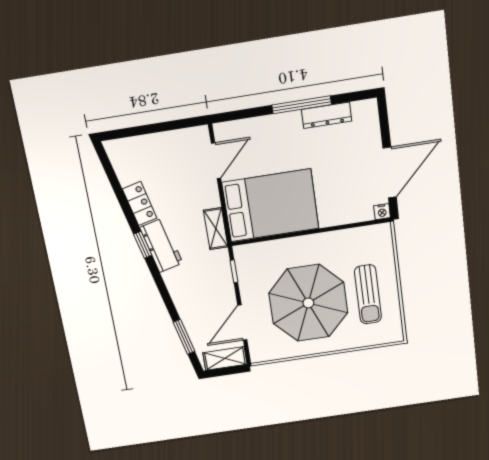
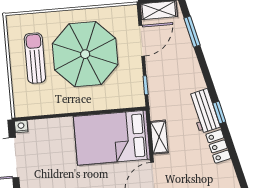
shelving: (216, 229) -> (159, 137), moved

